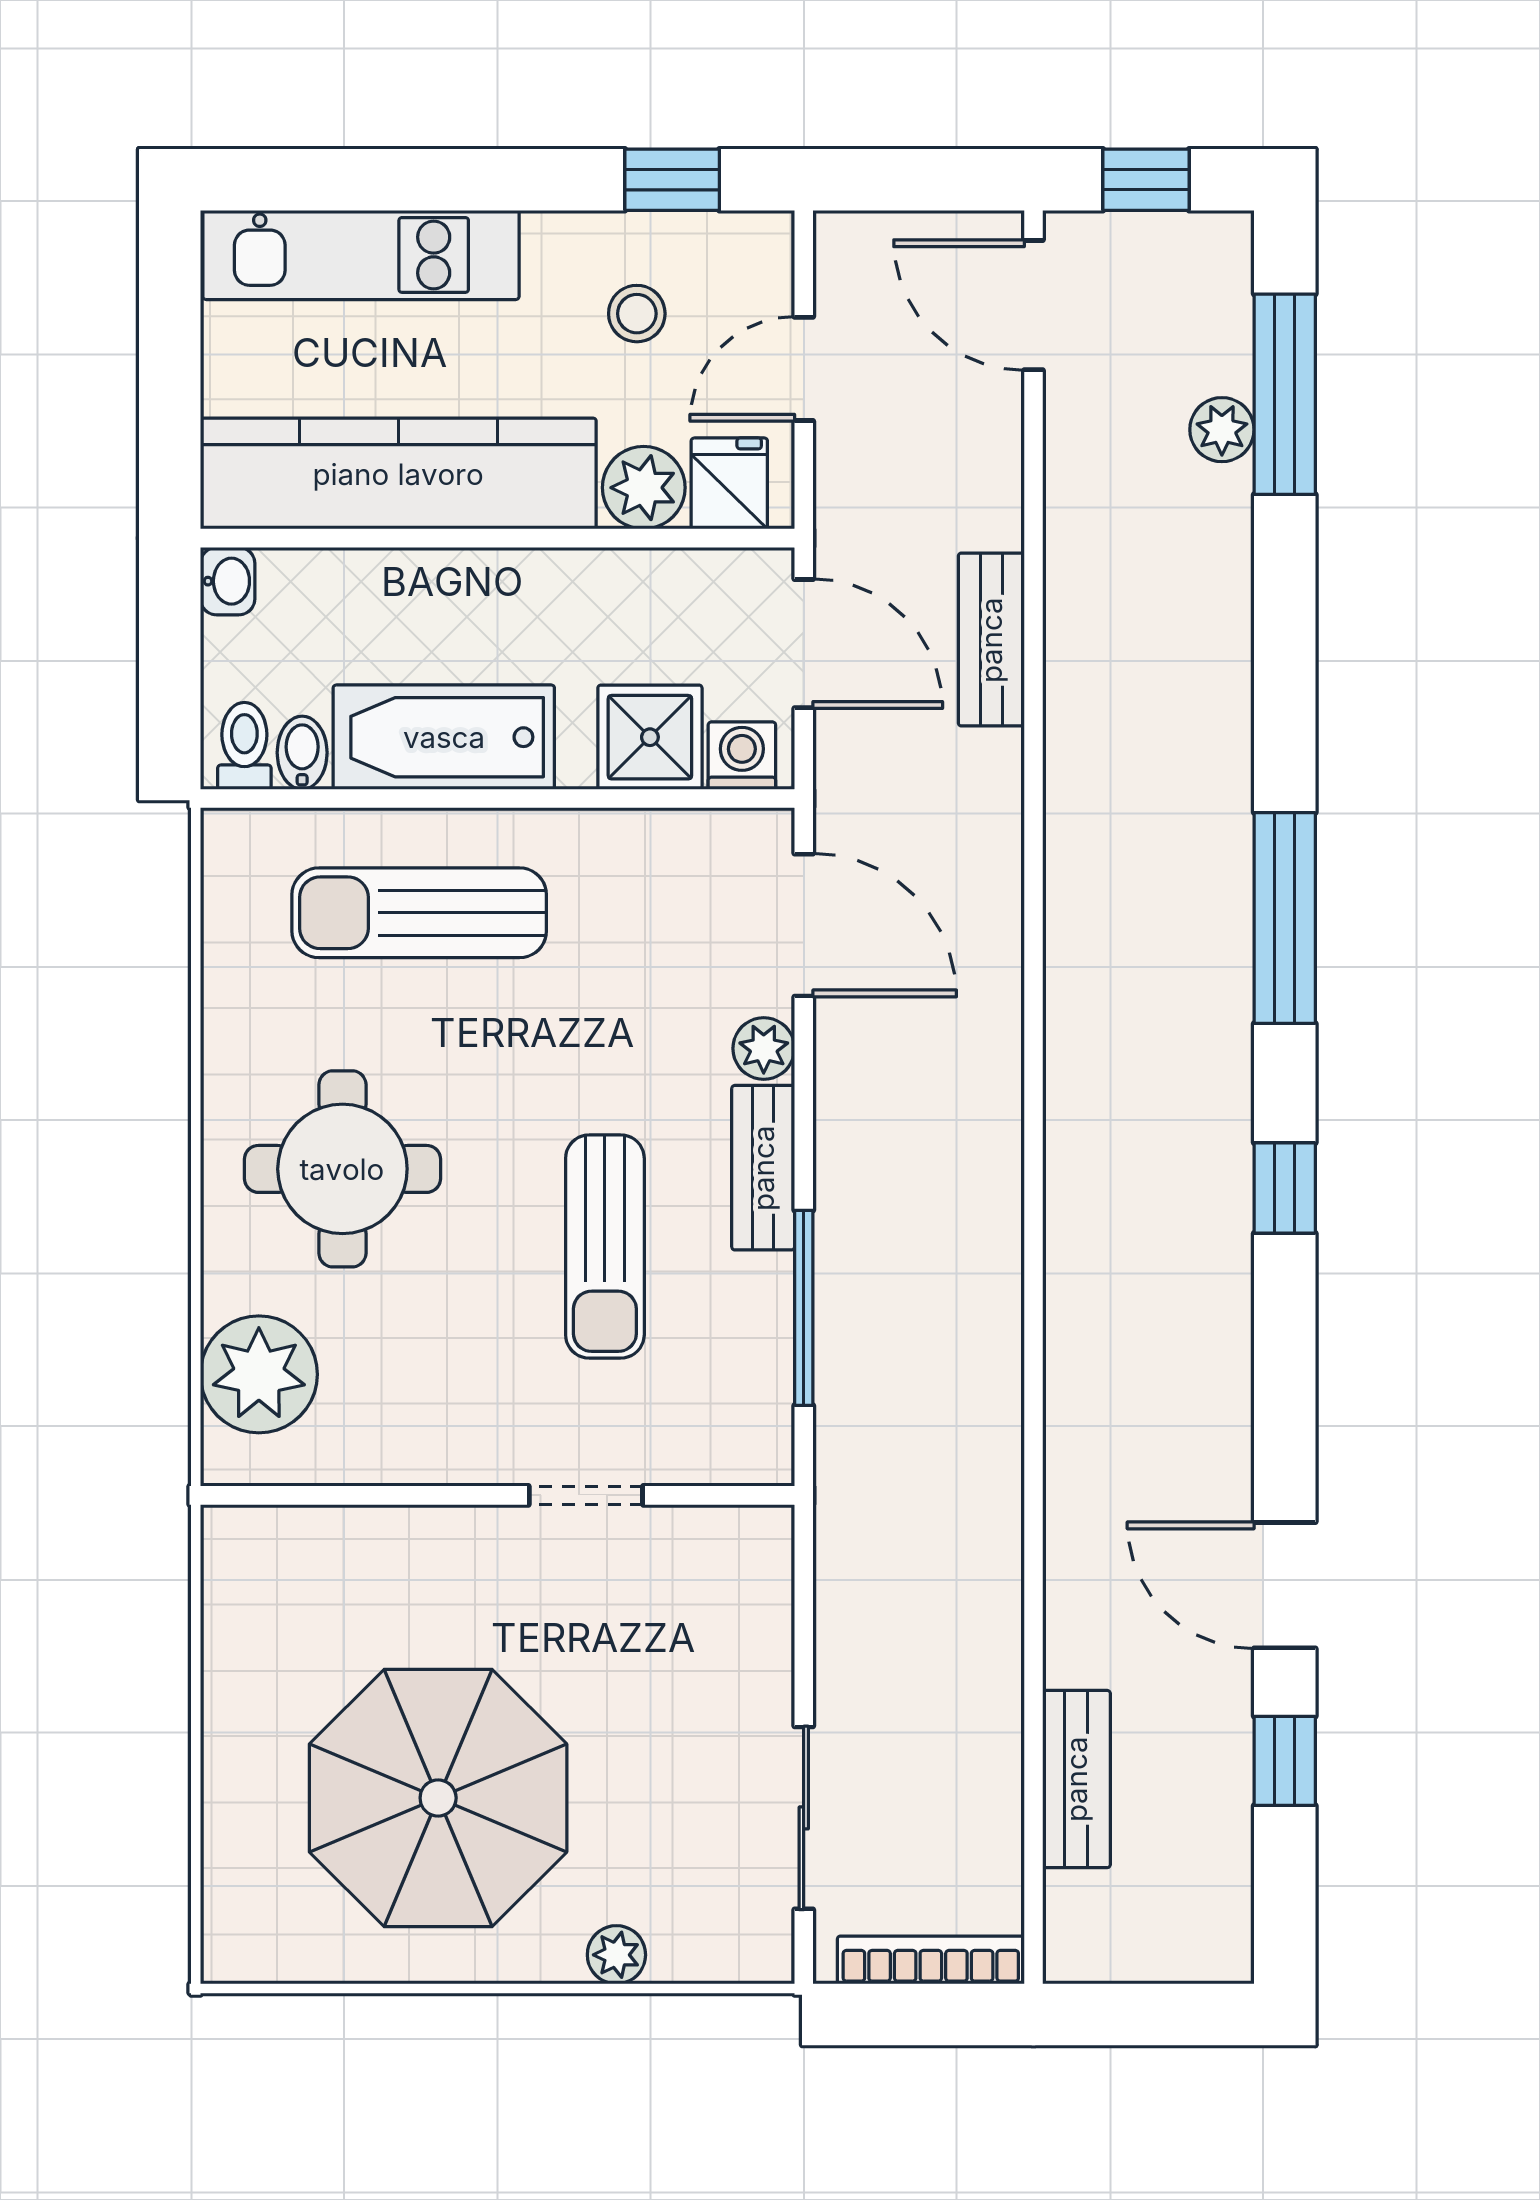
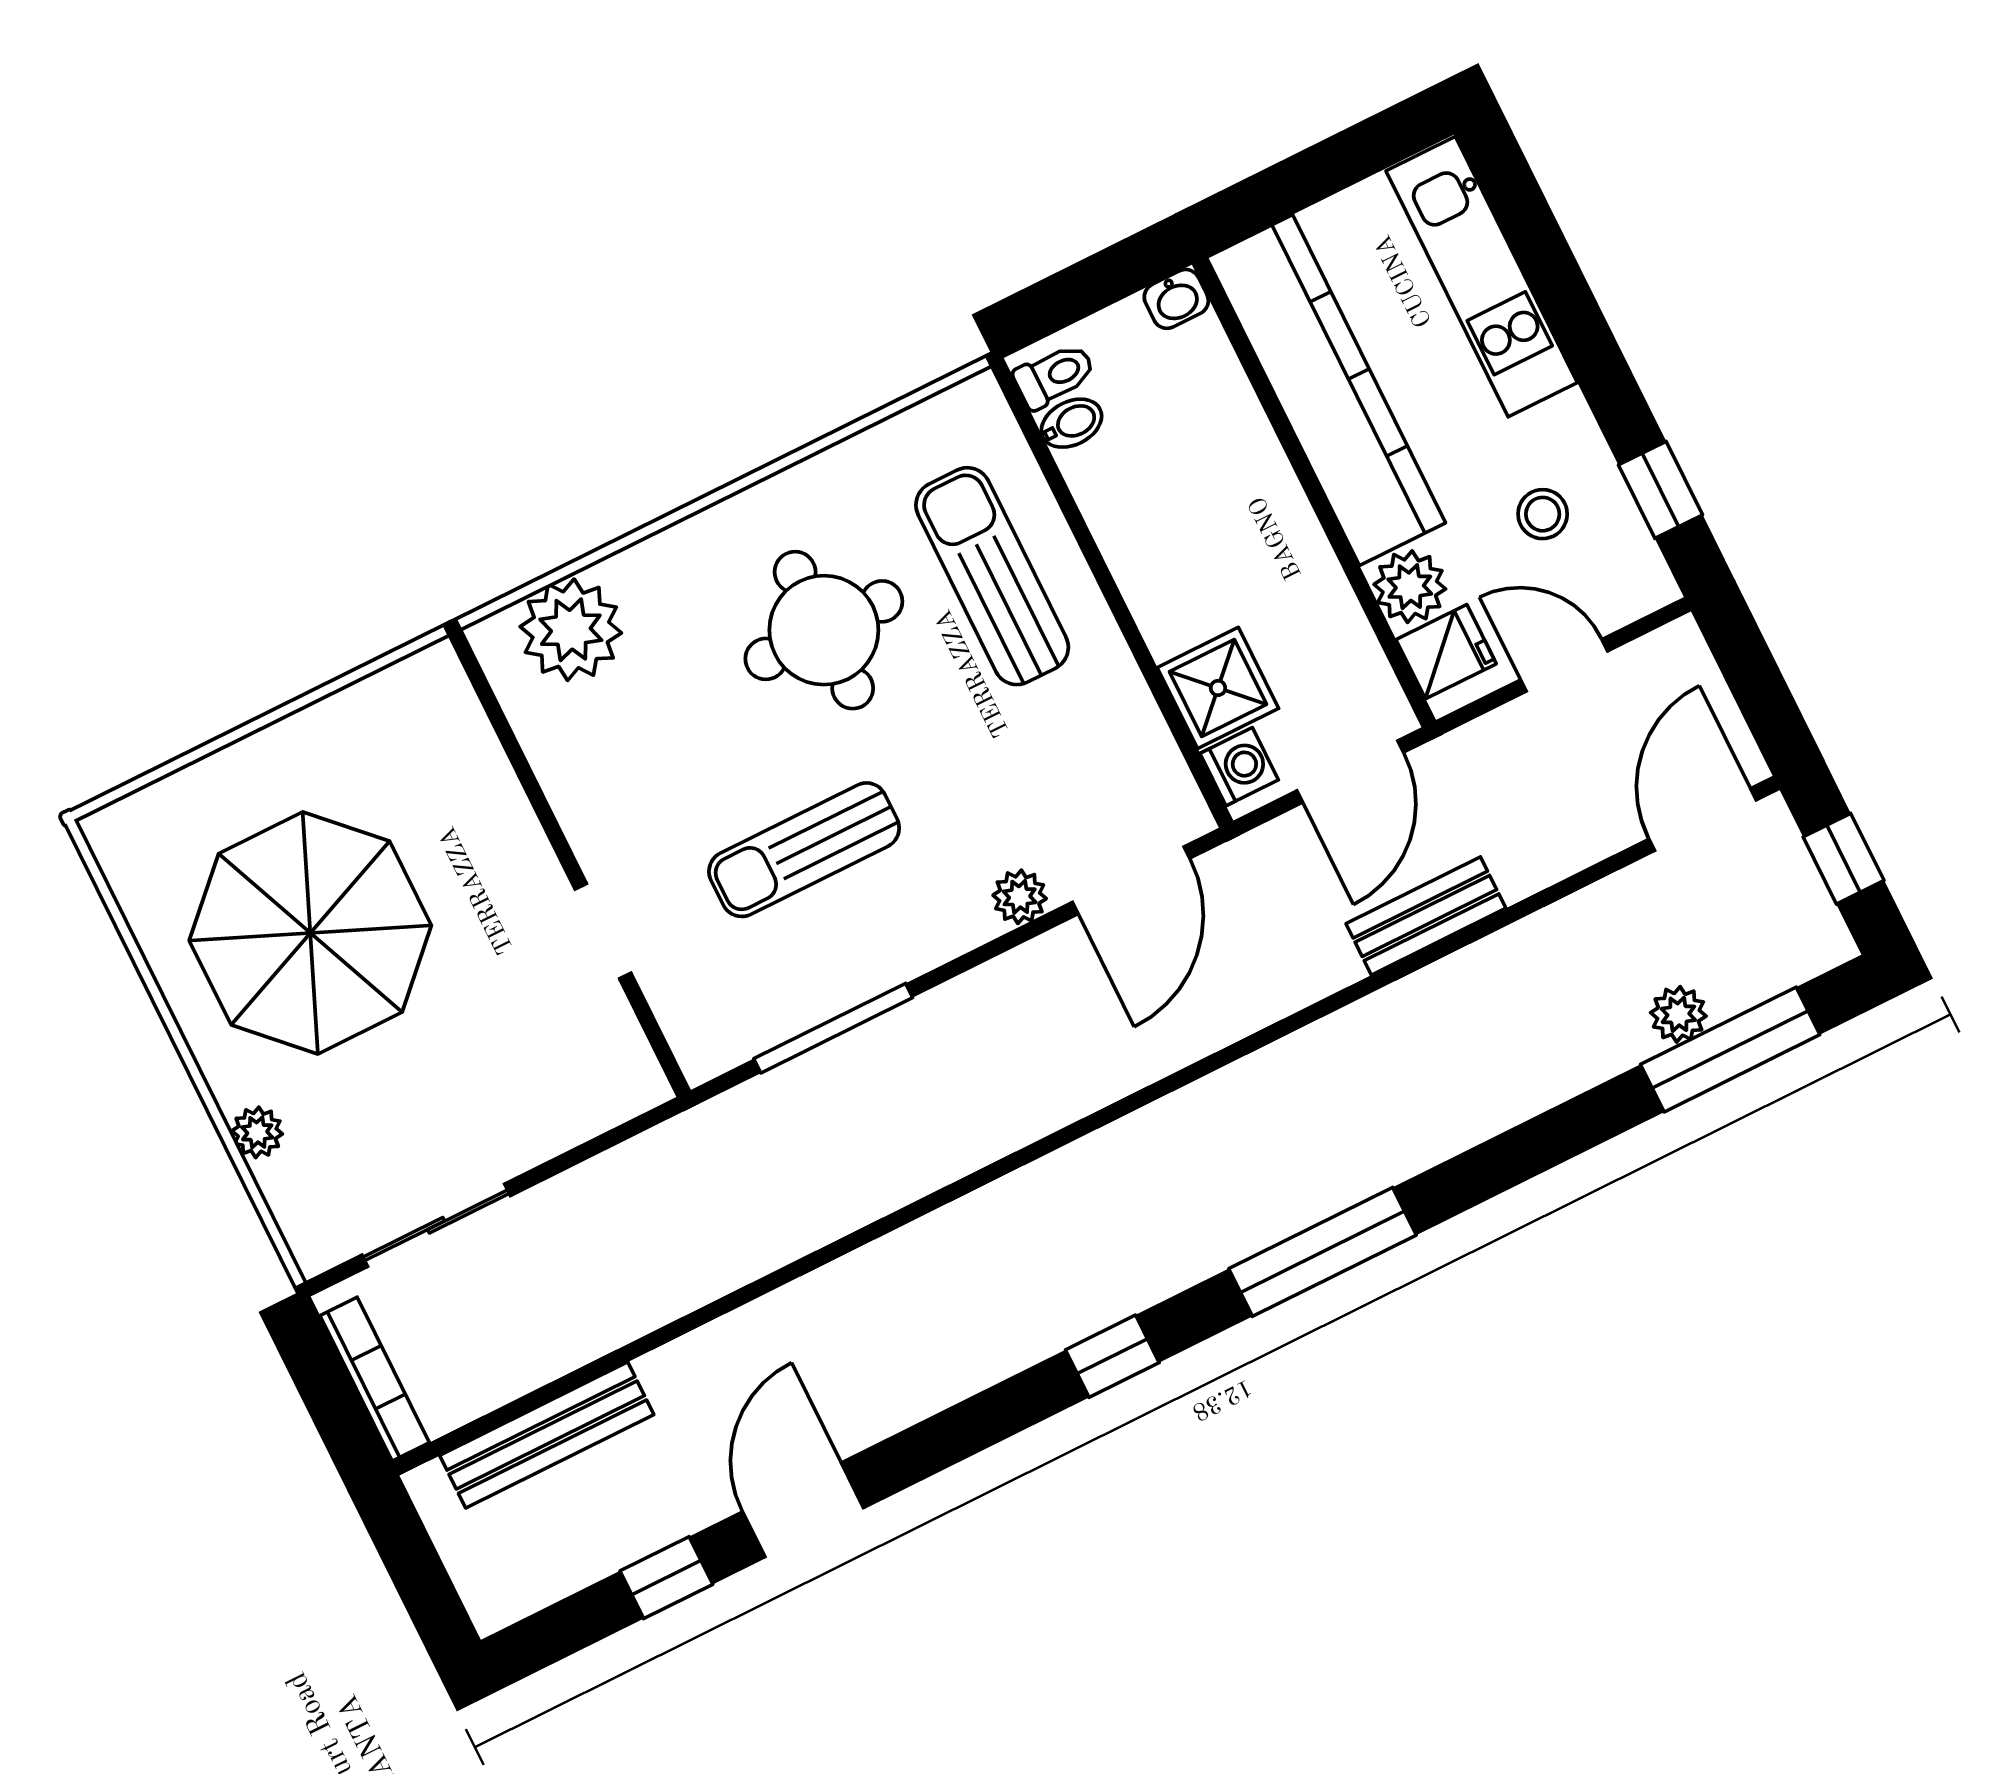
bathtub: (444, 737) -> (1138, 527), removed
bench: (763, 1168) -> (927, 942), removed
round table: (342, 1169) -> (824, 630), moved
bench: (1076, 1779) -> (547, 1435), width x1.36

